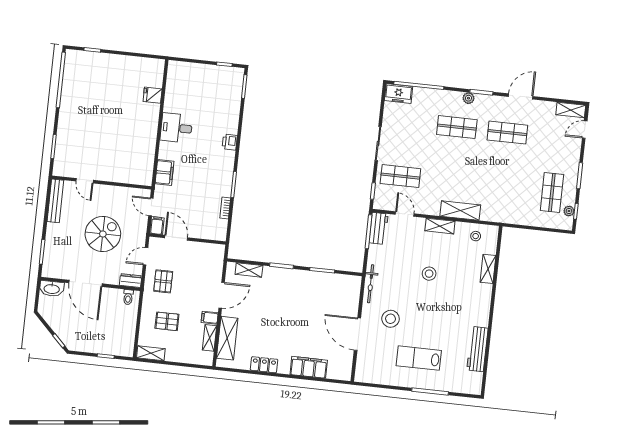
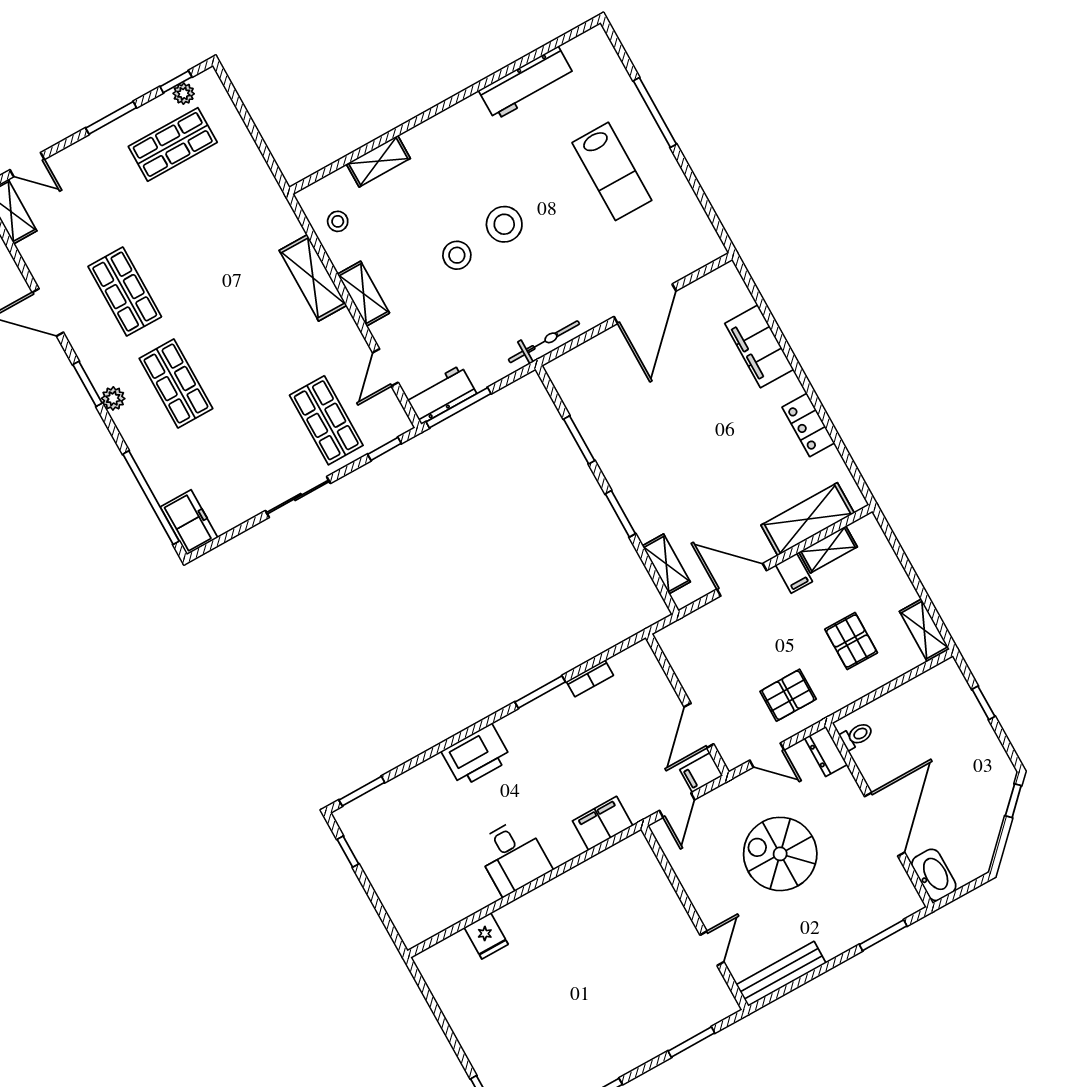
printer: (230, 142) -> (476, 755), width x1.87, depth x1.48
stool: (391, 319) -> (504, 224), moved

